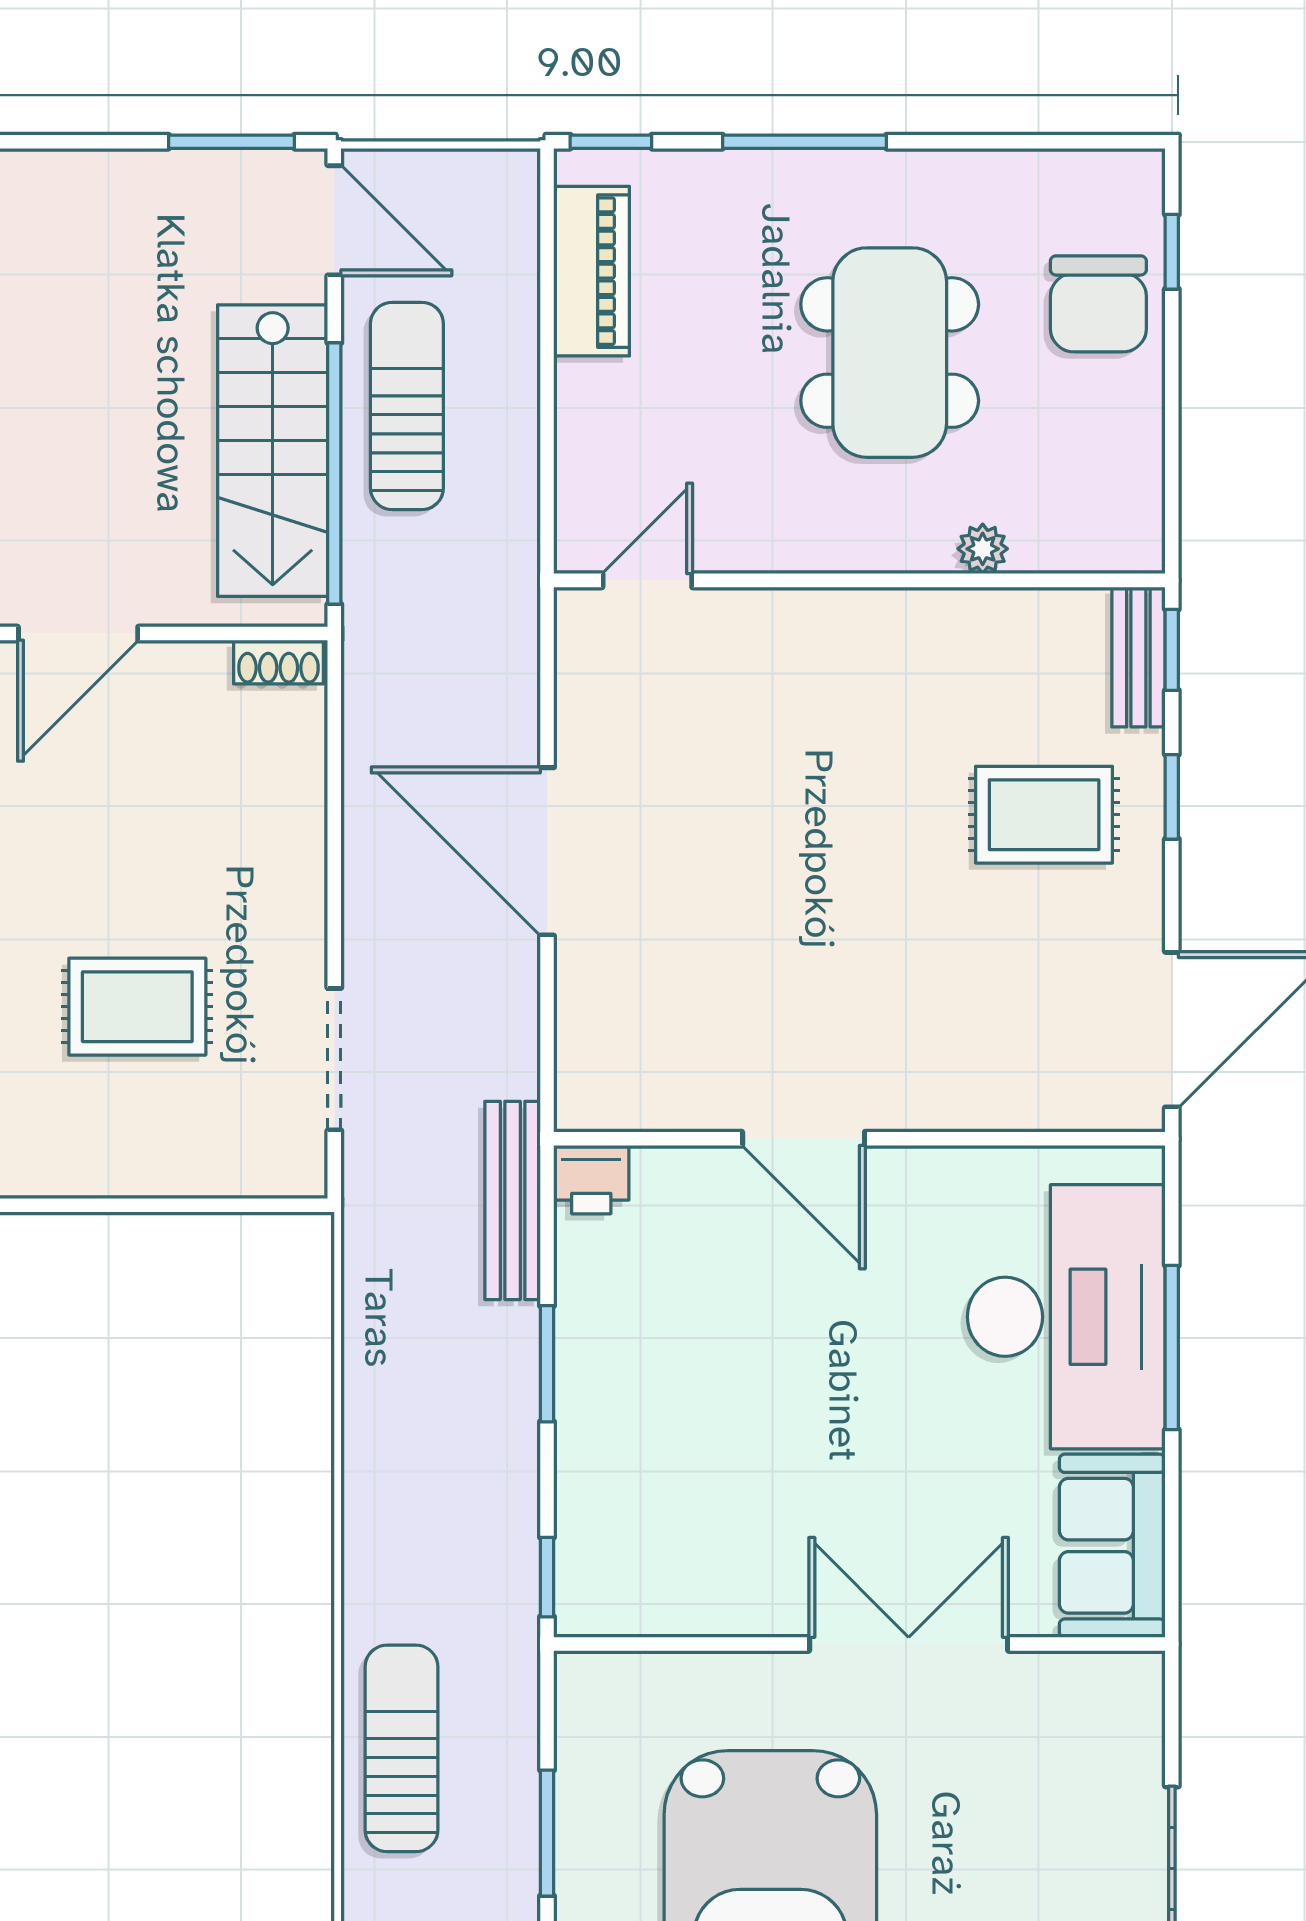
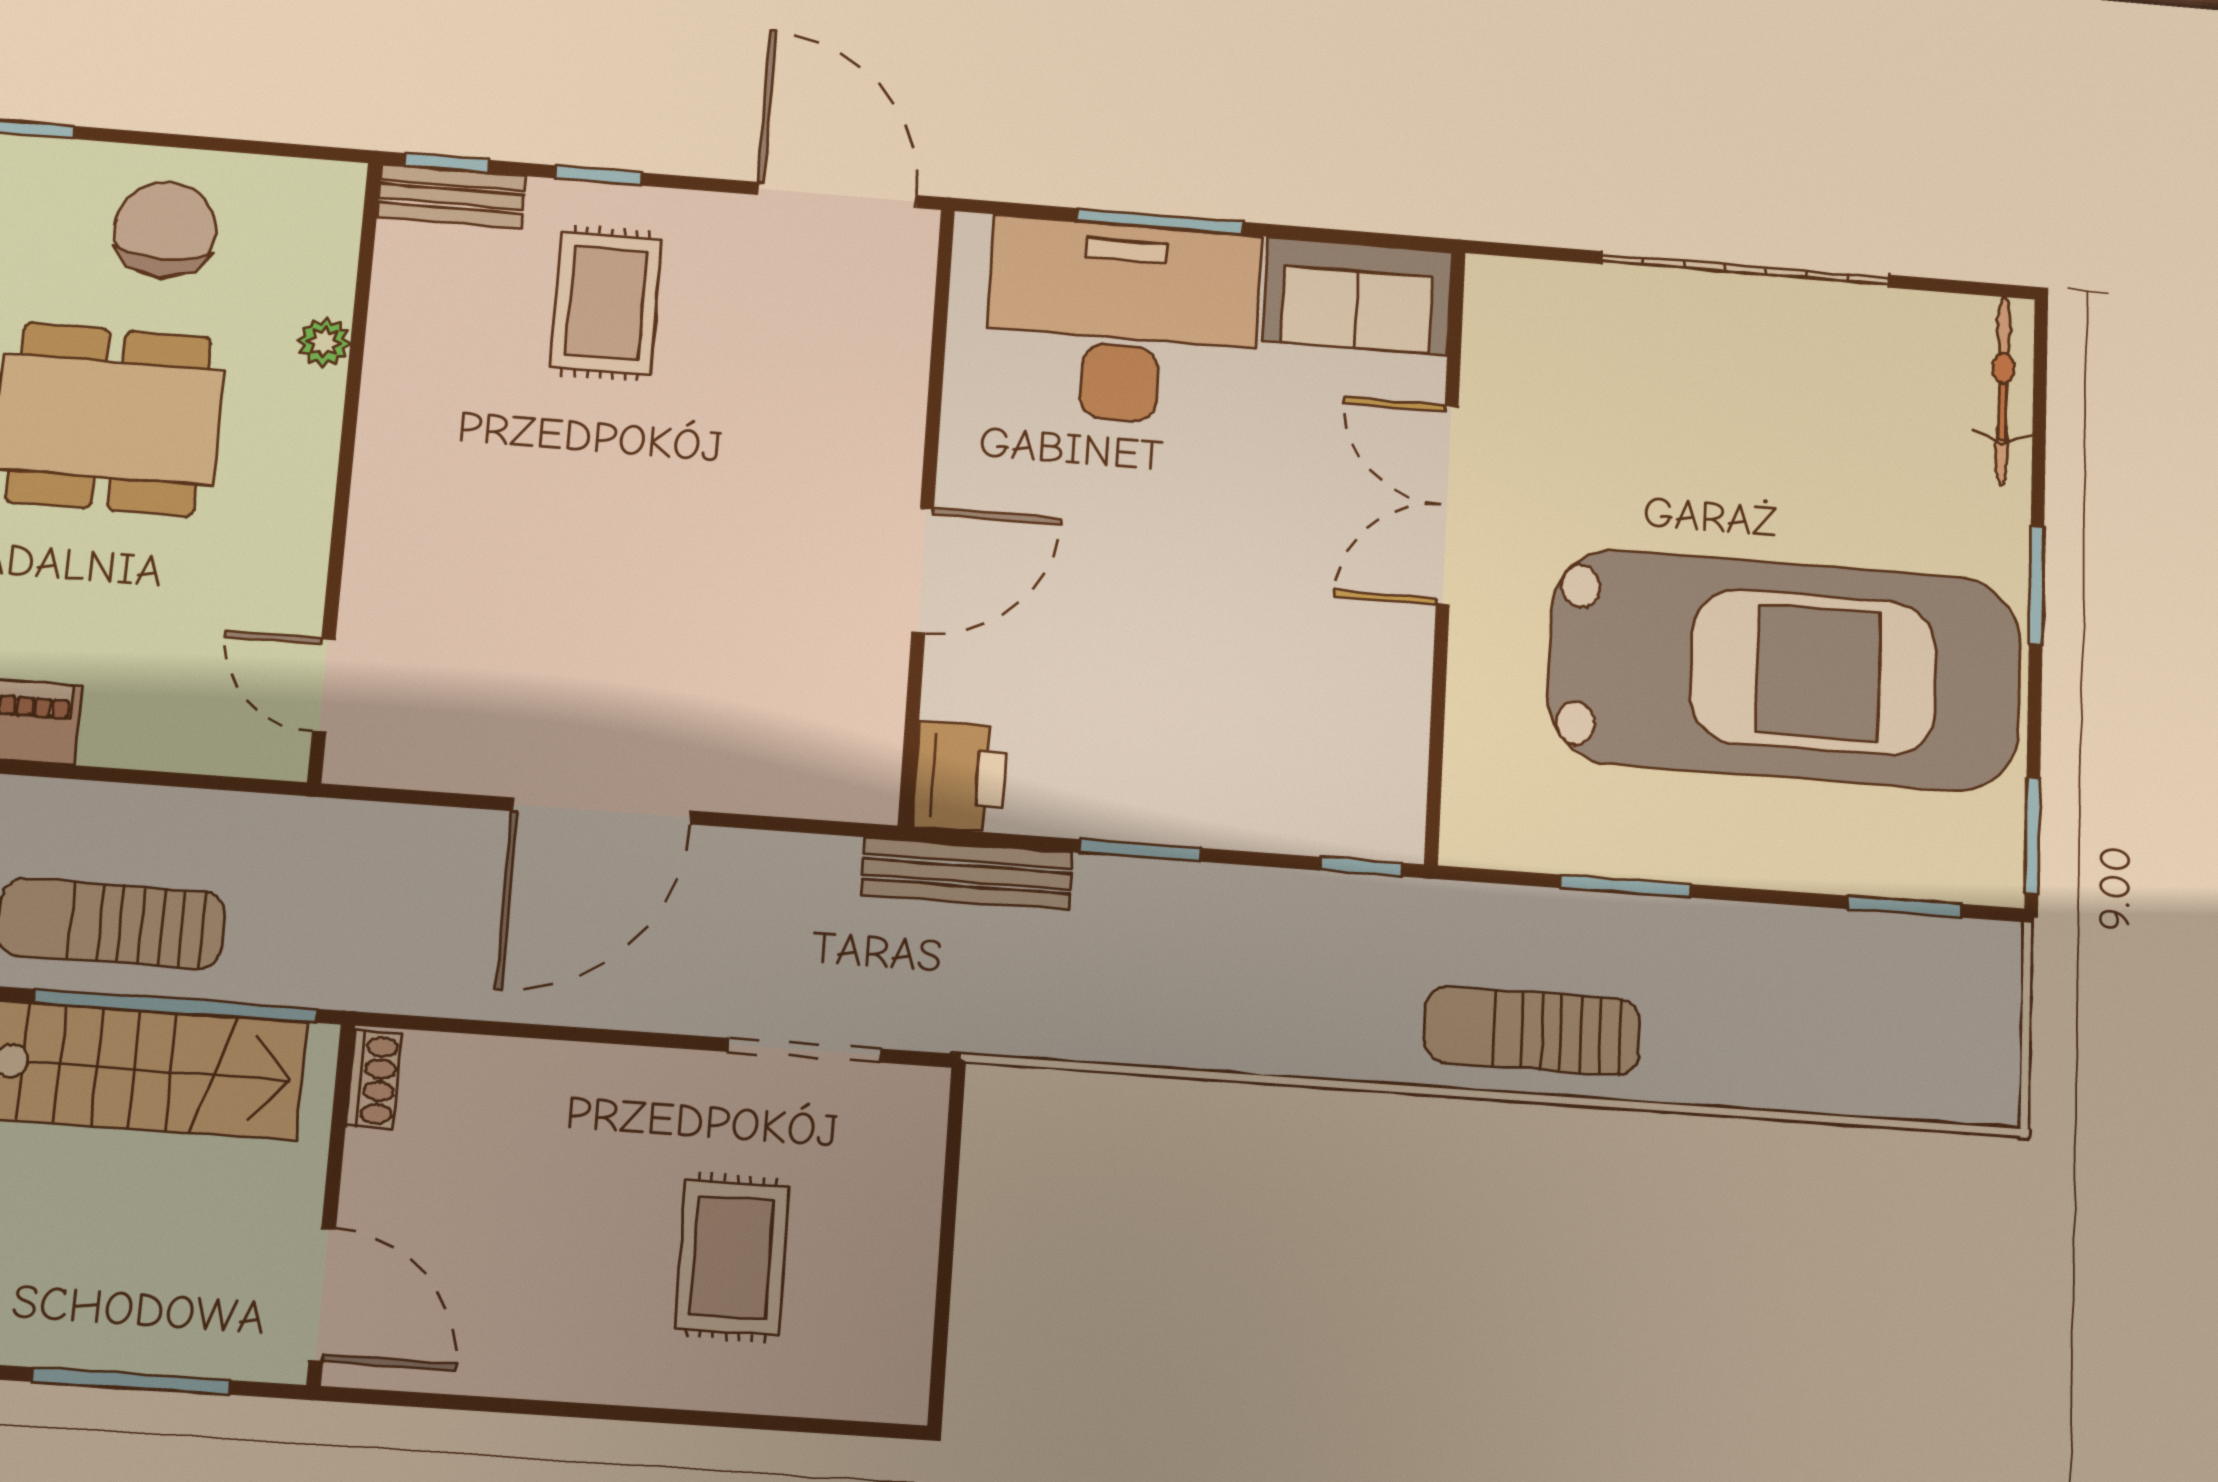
chair: (1098, 304) -> (165, 230), moved, turned -90
printer: (591, 1180) -> (960, 777), width x1.36, depth x1.24

